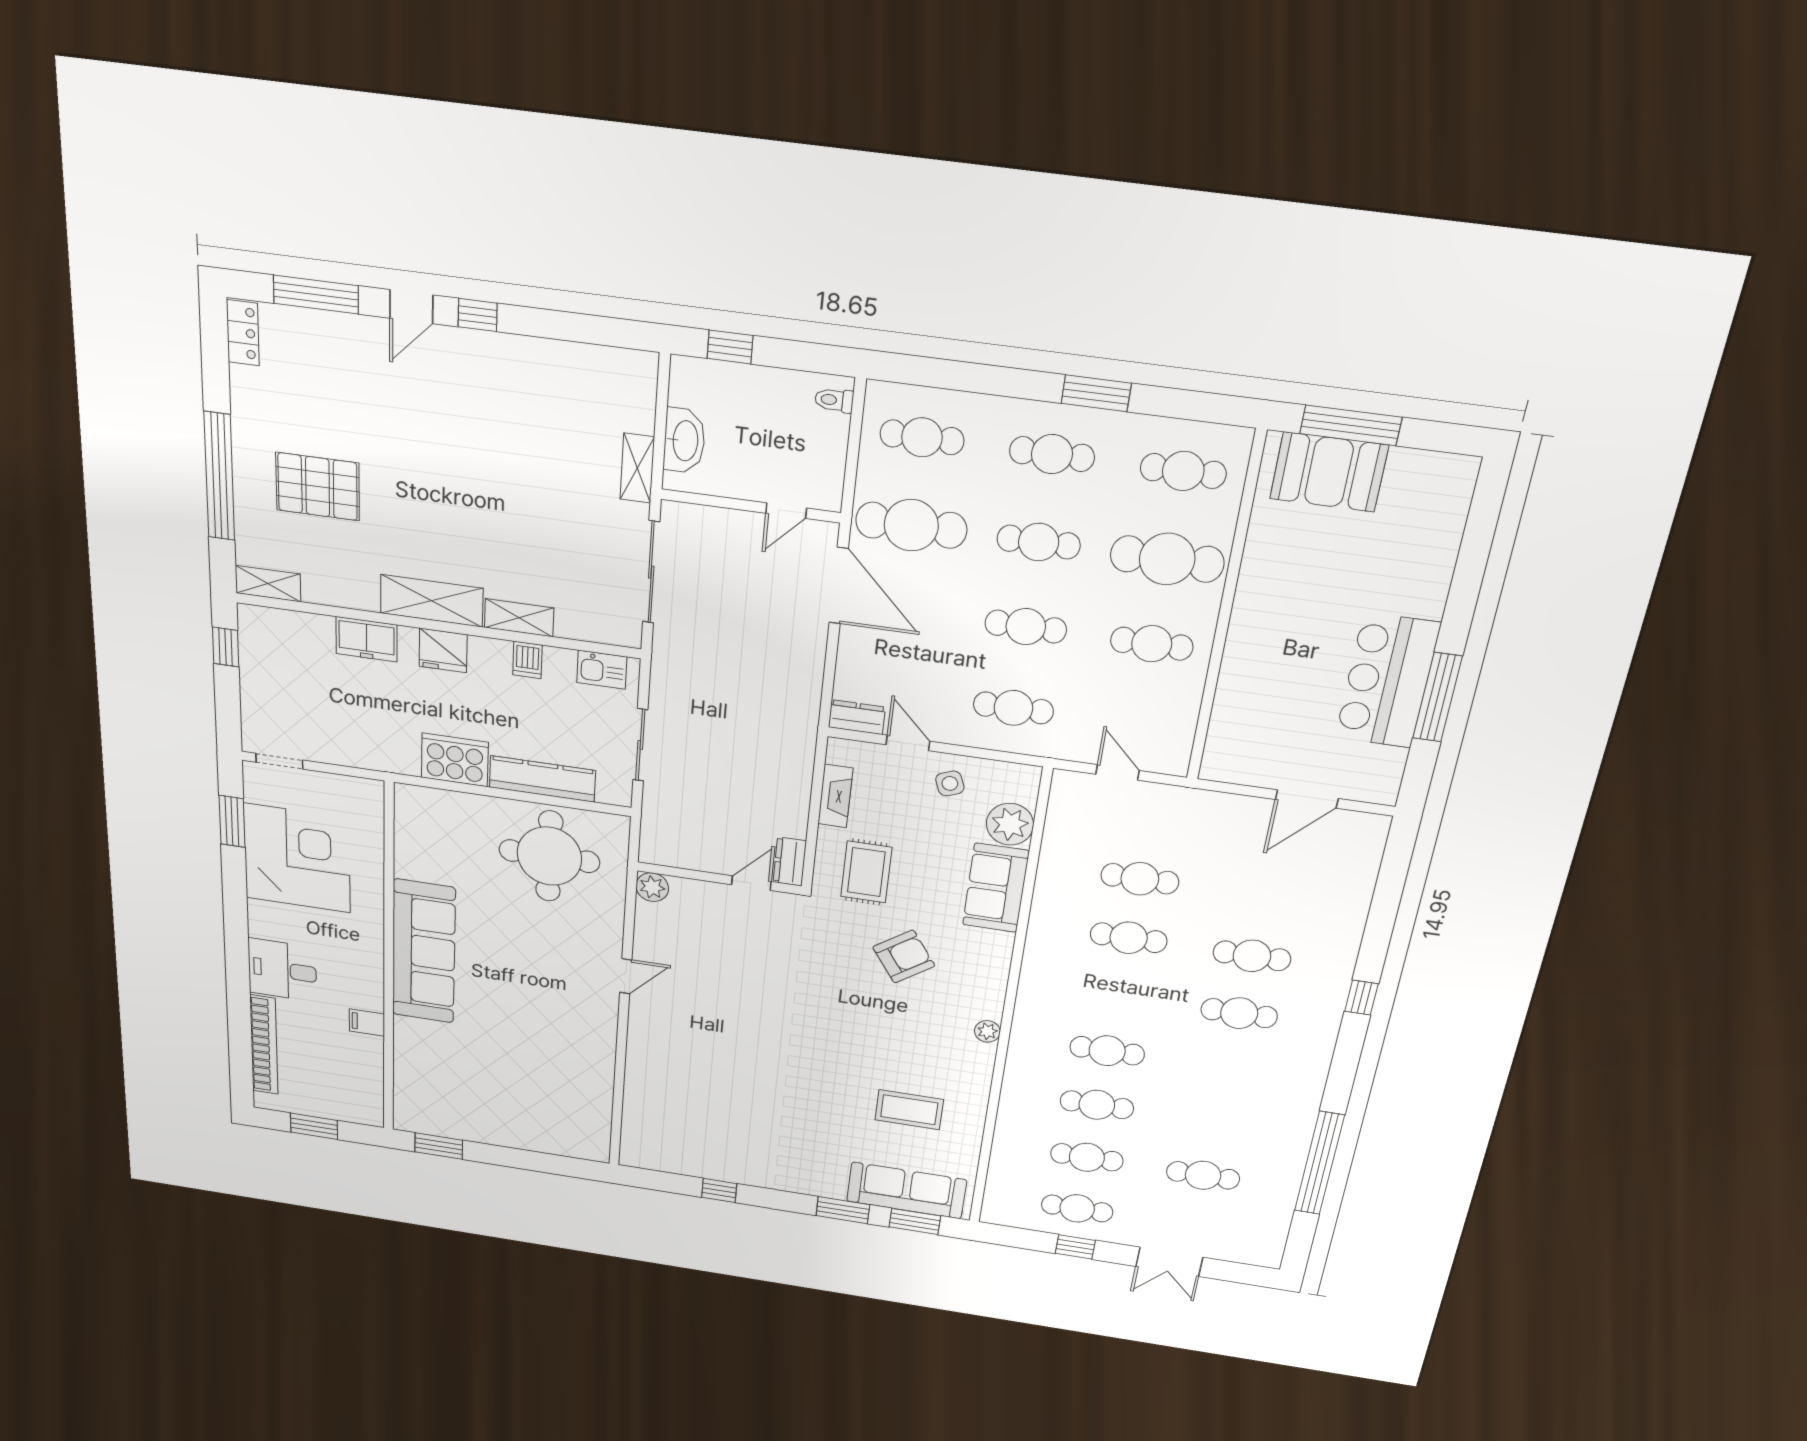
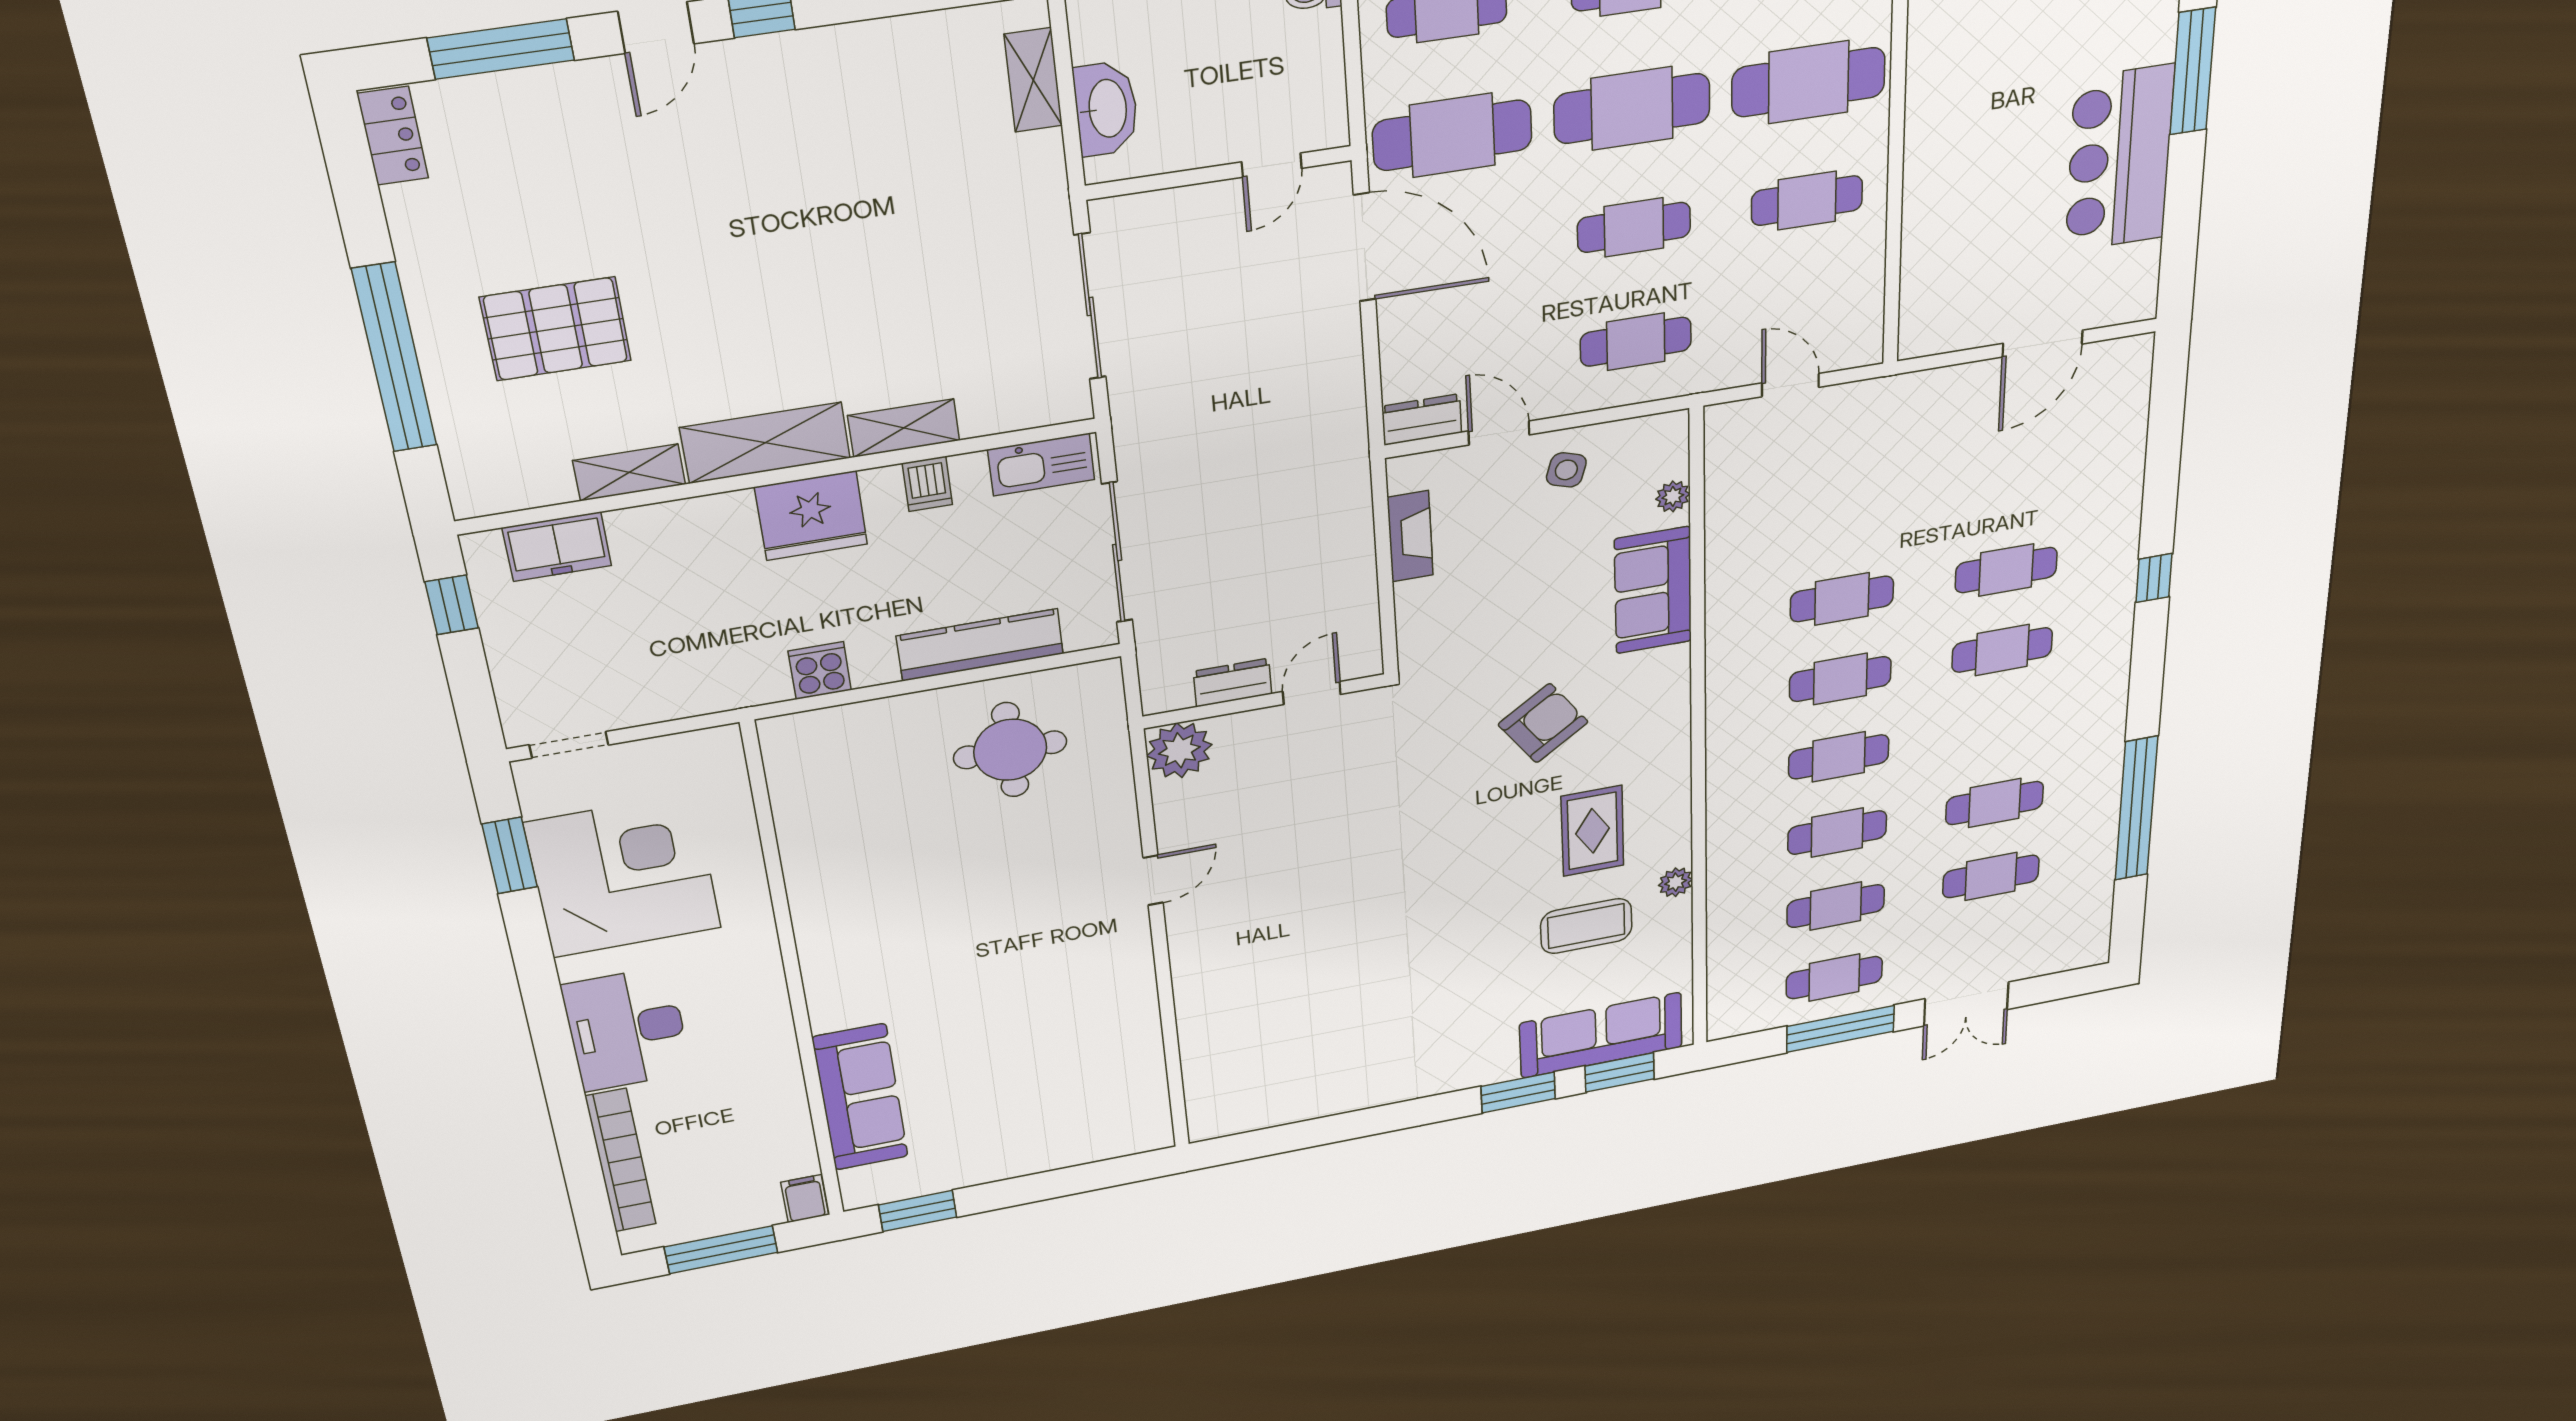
shelving: (637, 468) -> (1033, 80), moved
cafe table: (1039, 542) -> (1632, 109), width x1.37, depth x1.35
shelving: (268, 584) -> (629, 472), moved
freezer: (367, 639) -> (557, 547), moved
fridge: (443, 650) -> (811, 516), width x1.36, depth x1.34
kitchen sink: (602, 670) -> (1041, 465), width x1.38
window: (1437, 697) -> (2193, 71), moved
sliding door: (640, 745) -> (1117, 552), width x1.37
cooker: (455, 760) -> (820, 671), width x0.53, depth x0.76
side table: (950, 783) -> (1566, 470), turned 38
plant: (1010, 824) -> (1673, 496), width x0.53, depth x0.53
round table: (549, 856) -> (1010, 750), width x0.73, depth x0.73
dresser: (790, 862) -> (1233, 683), moved, turned 90
rug: (866, 872) -> (1592, 831), moved
cafe table: (1140, 879) -> (1840, 679), moved
plant: (652, 887) -> (1179, 750), width x1.36, depth x1.36
sofa: (424, 952) -> (860, 1097), moved, width x0.74, depth x0.79
desk: (282, 970) -> (627, 1029), width x1.37
filing cabinet: (367, 1023) -> (805, 1199), moved, turned 90
plant: (987, 1031) -> (1676, 882), moved
cafe table: (1215, 1123) -> (1995, 803), added
window: (314, 1126) -> (721, 1250), width x1.44
window: (719, 1190) -> (1340, 1128), removed
window: (1075, 1247) -> (1840, 1029), width x2.17

